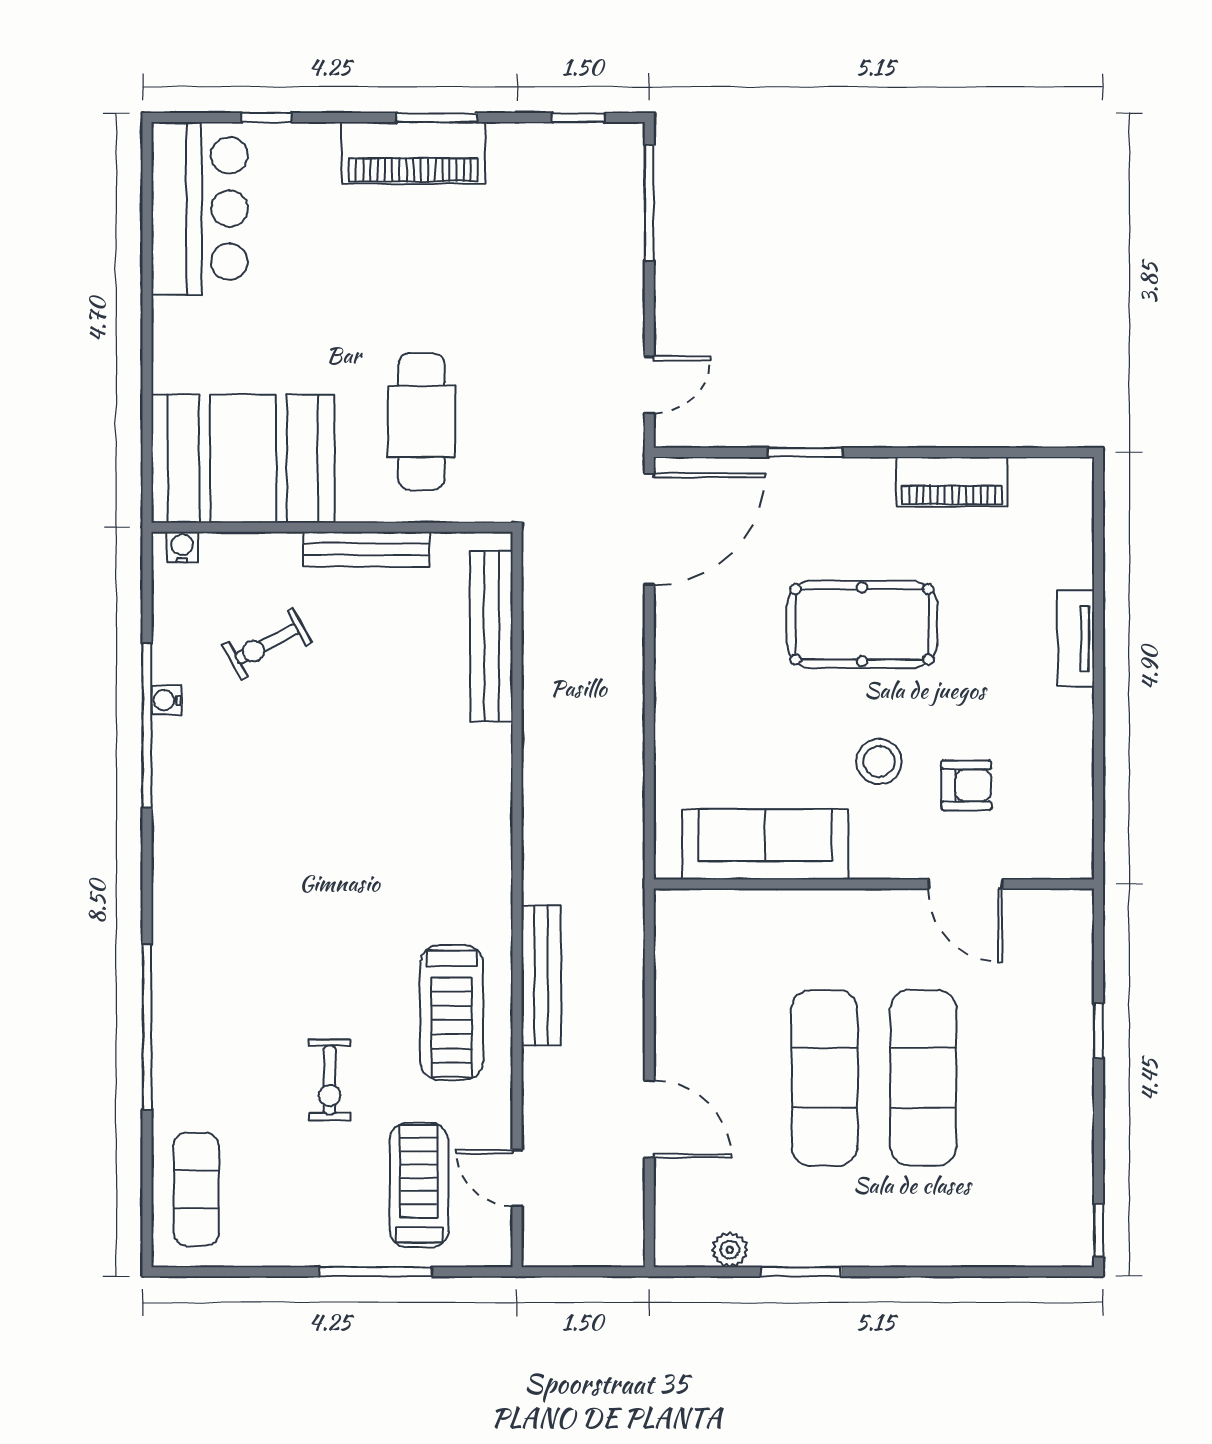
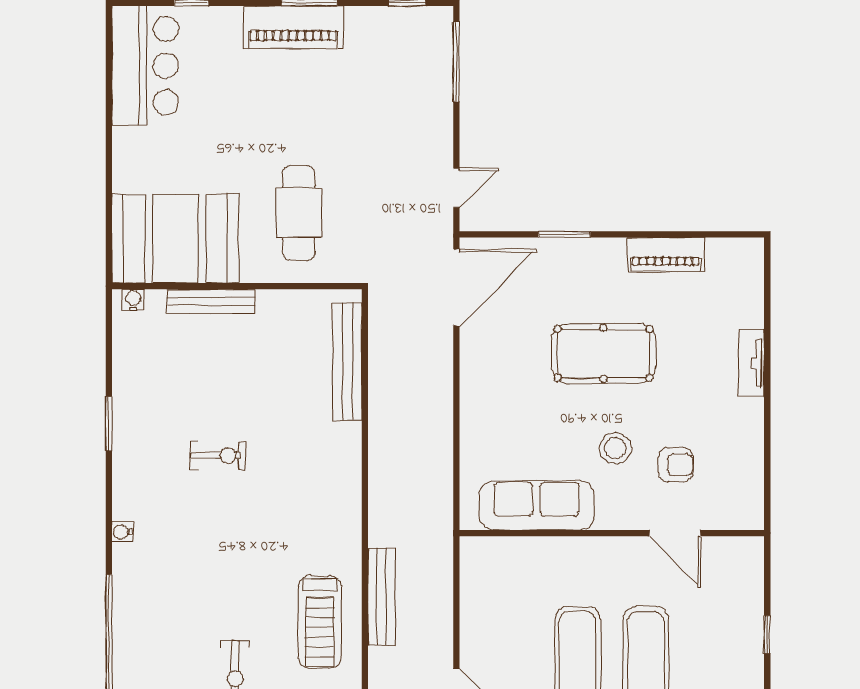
bench: (367, 549) -> (211, 301), moved
exercise bike: (267, 644) -> (218, 456), moved, turned -152
water cooler: (166, 700) -> (122, 532), moved
window: (147, 726) -> (109, 424), width x0.47

